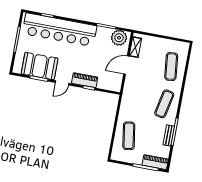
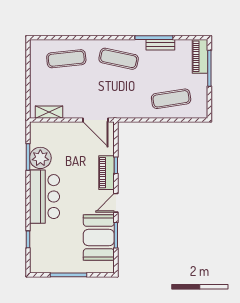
bar counter: (60, 30) -> (44, 197), width x0.54
plant: (119, 38) -> (40, 158), moved
door: (126, 65) -> (96, 120), moved
door: (62, 83) -> (116, 203), swing flipped

